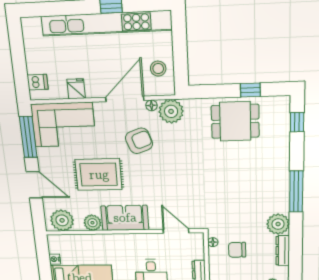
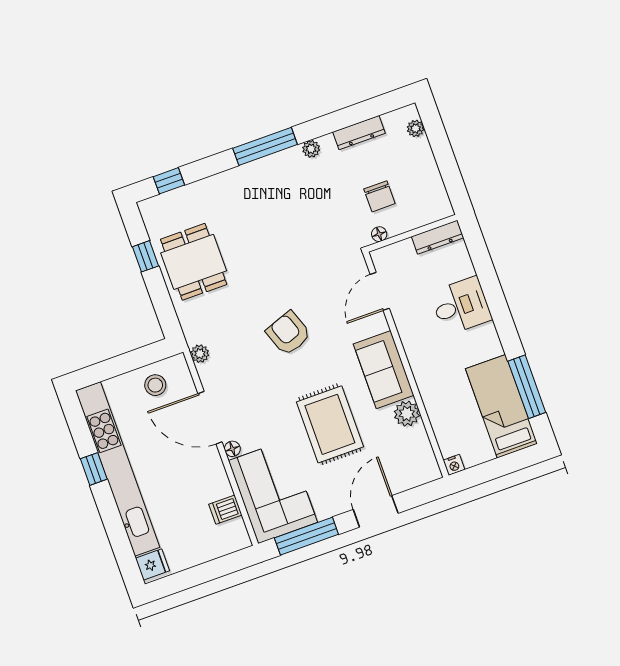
dishwasher: (38, 82) -> (225, 510), moved, turned -90
fridge: (76, 89) -> (152, 565), moved, turned 180
floor lamp: (151, 105) -> (232, 449), moved
plant: (171, 111) -> (200, 354), width x0.53, depth x0.53
armchair: (139, 141) -> (288, 333), moved
plant: (62, 220) -> (418, 458), removed
plant: (278, 224) -> (311, 149), width x0.53, depth x0.53
nightstand: (55, 259) -> (454, 465), moved

